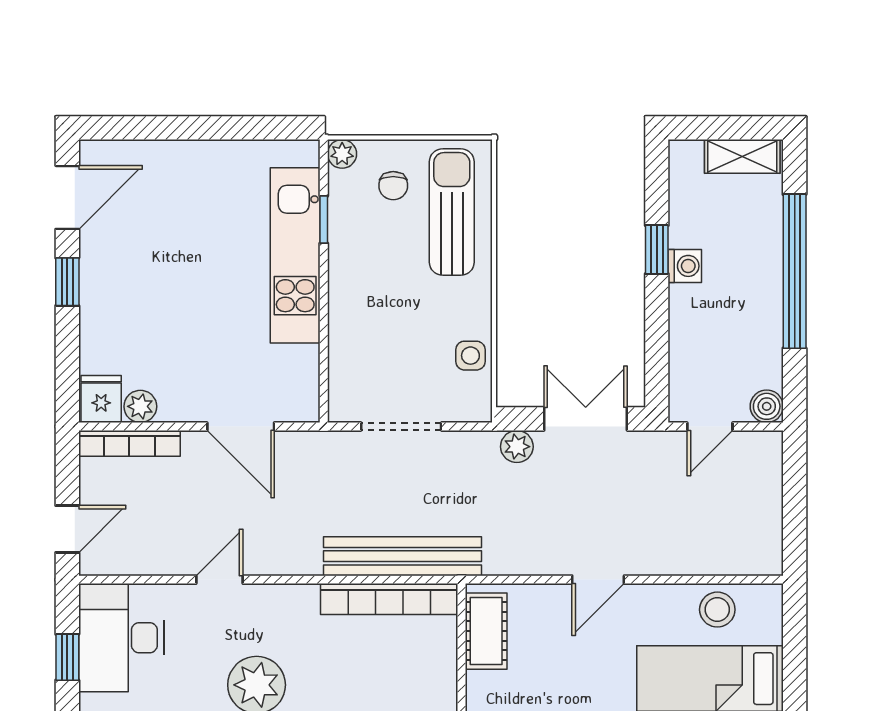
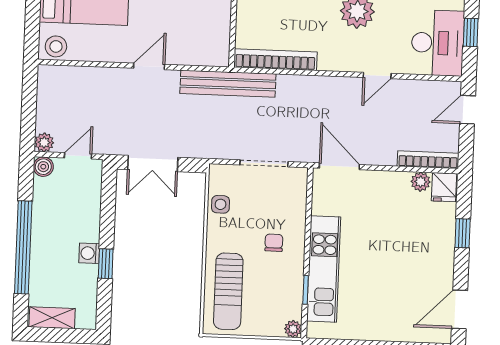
chair: (393, 186) -> (274, 243), moved
window: (67, 282) -> (463, 233), moved
door: (241, 427) -> (339, 166), moved
plant: (517, 447) -> (44, 142), moved
bench: (402, 556) -> (228, 84), moved
stool: (717, 610) -> (56, 46), moved
cot: (486, 631) -> (218, 38), removed

